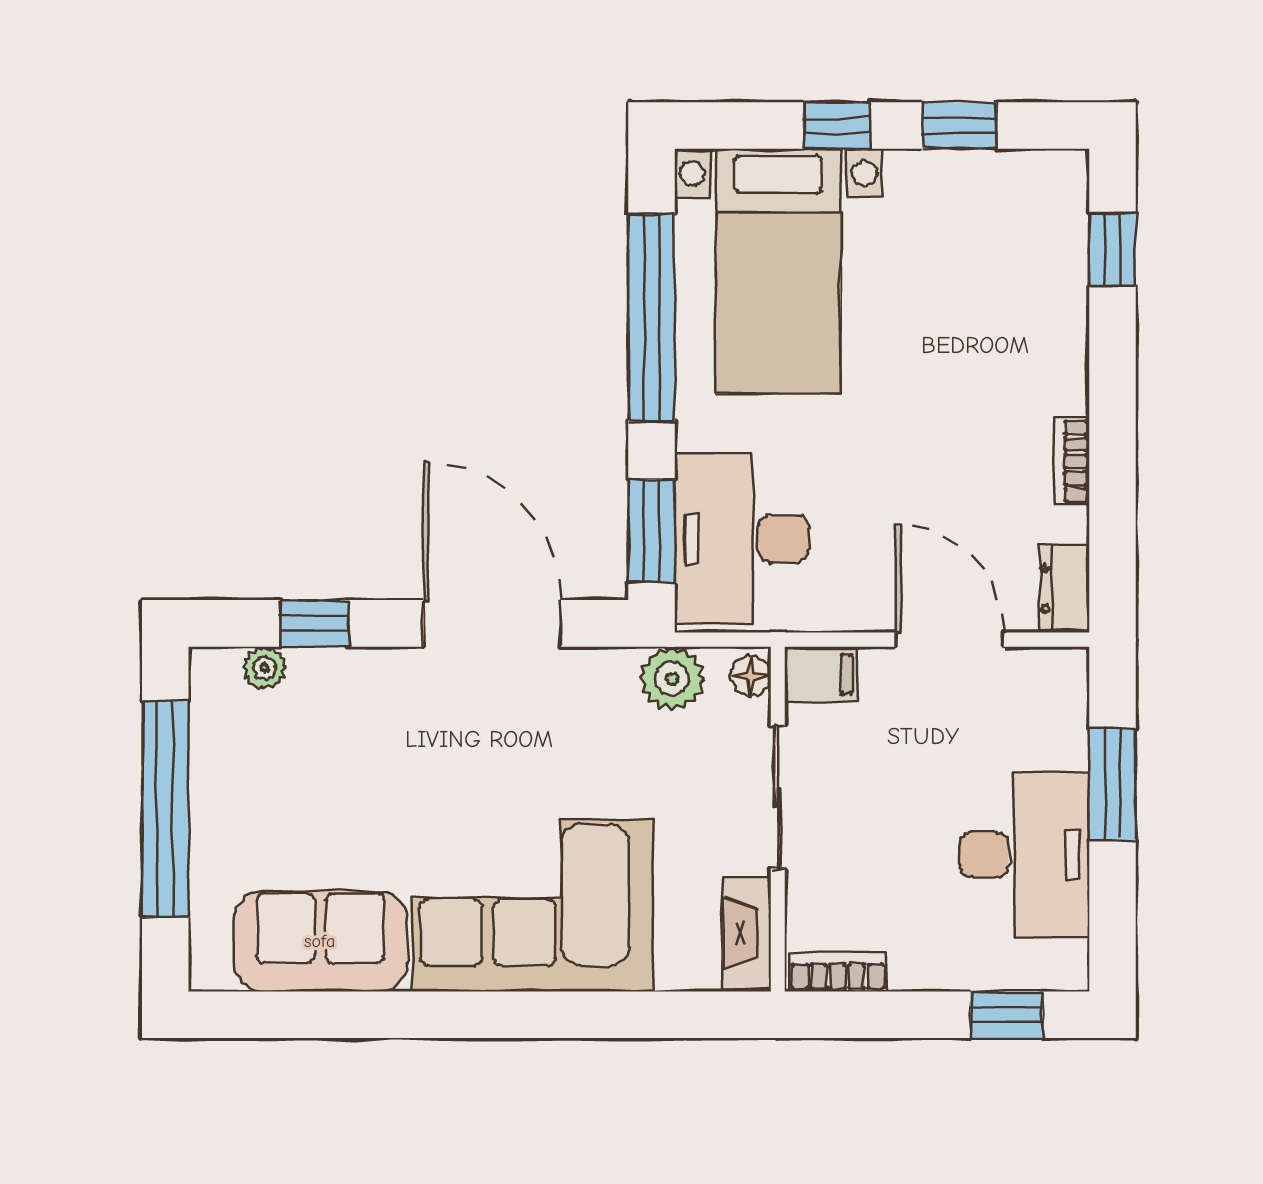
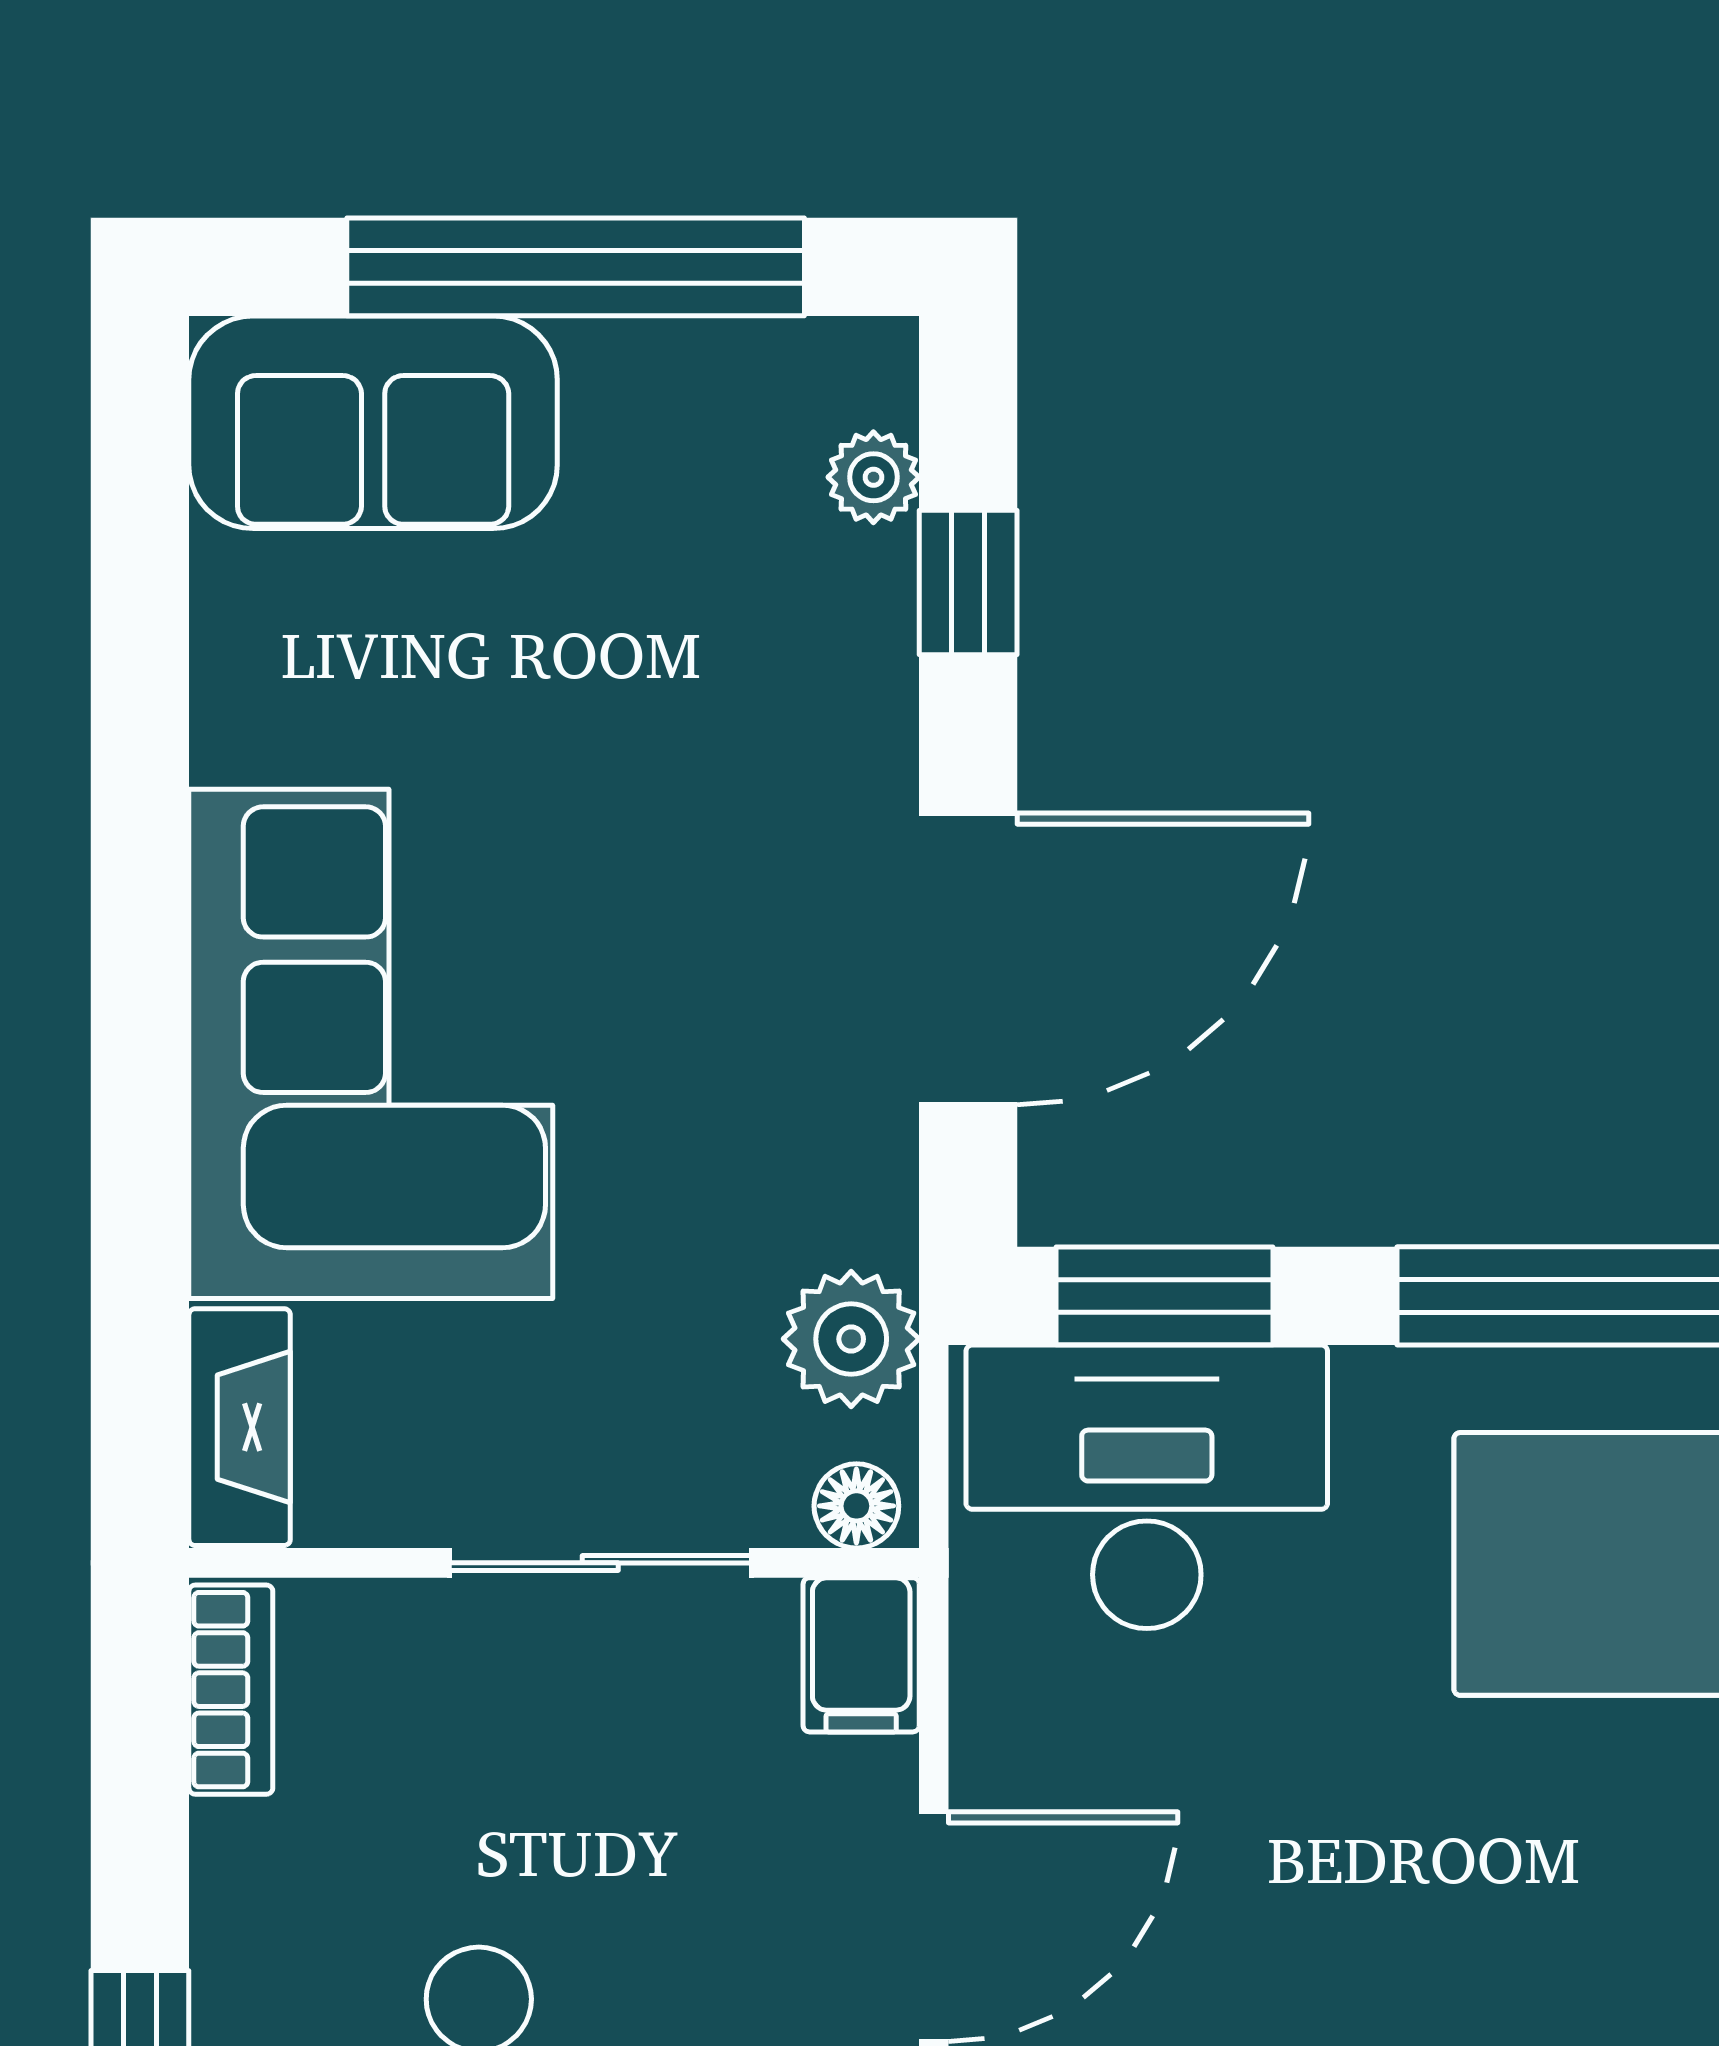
fireplace: (747, 933) -> (240, 1427), moved, turned 90
sofa: (320, 941) -> (373, 422), moved, turned 90

